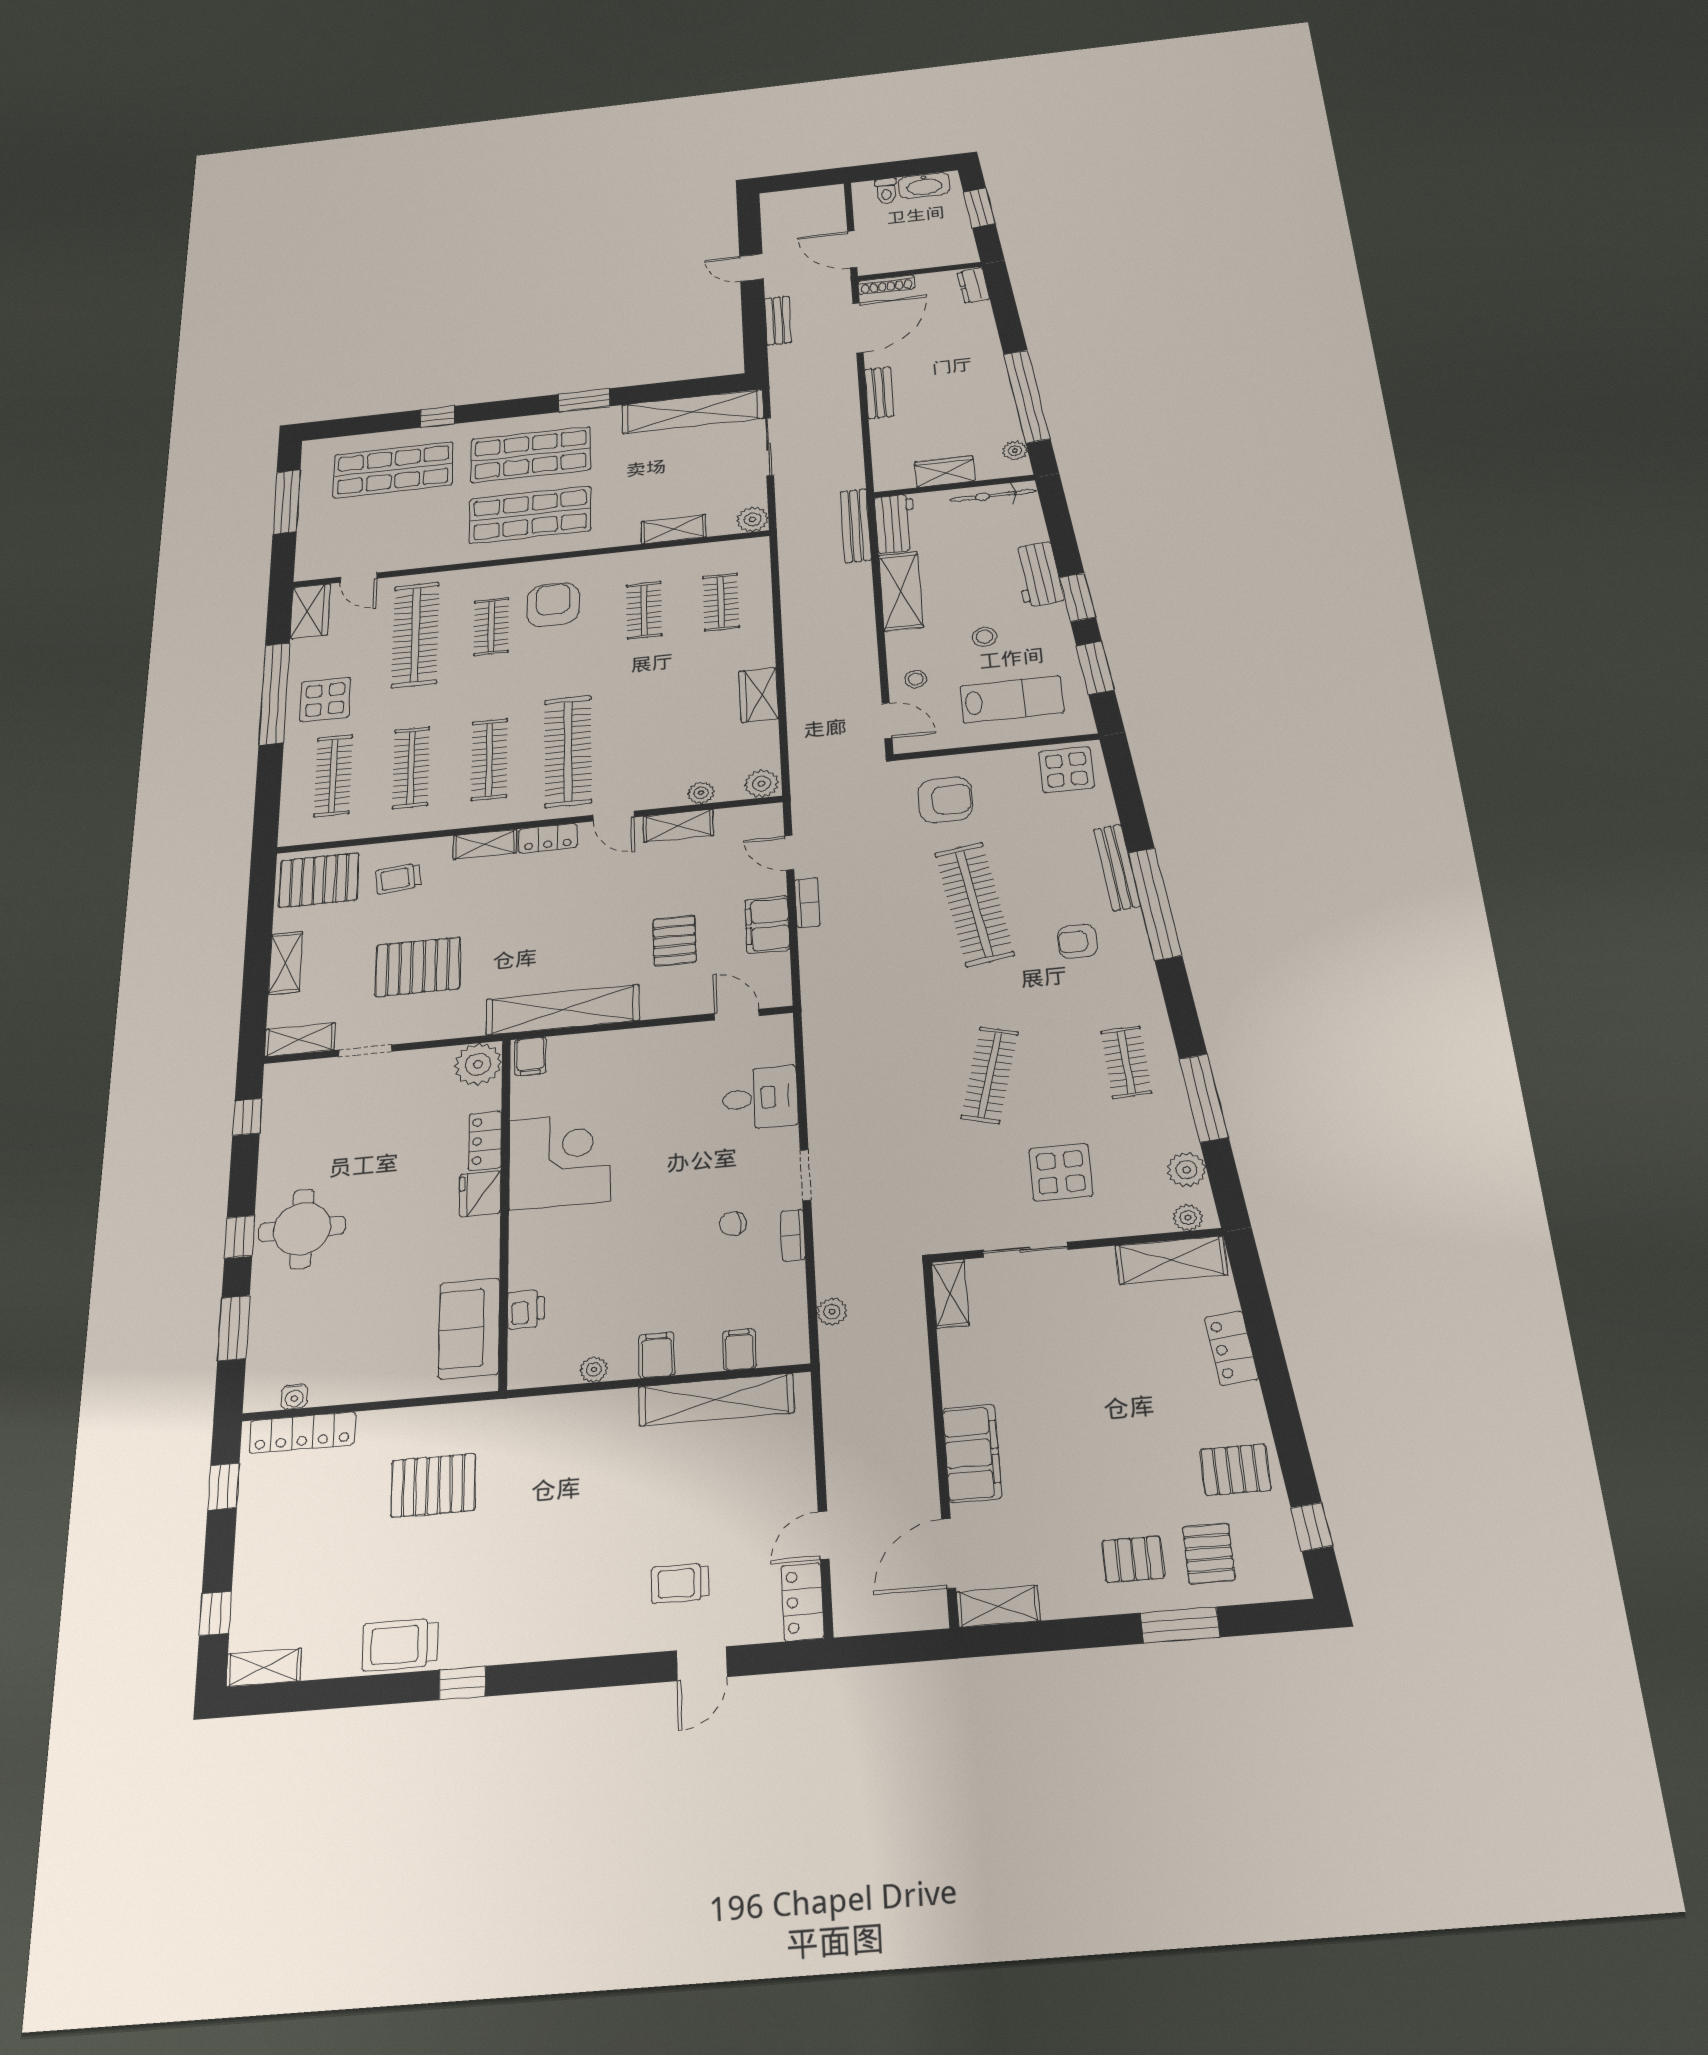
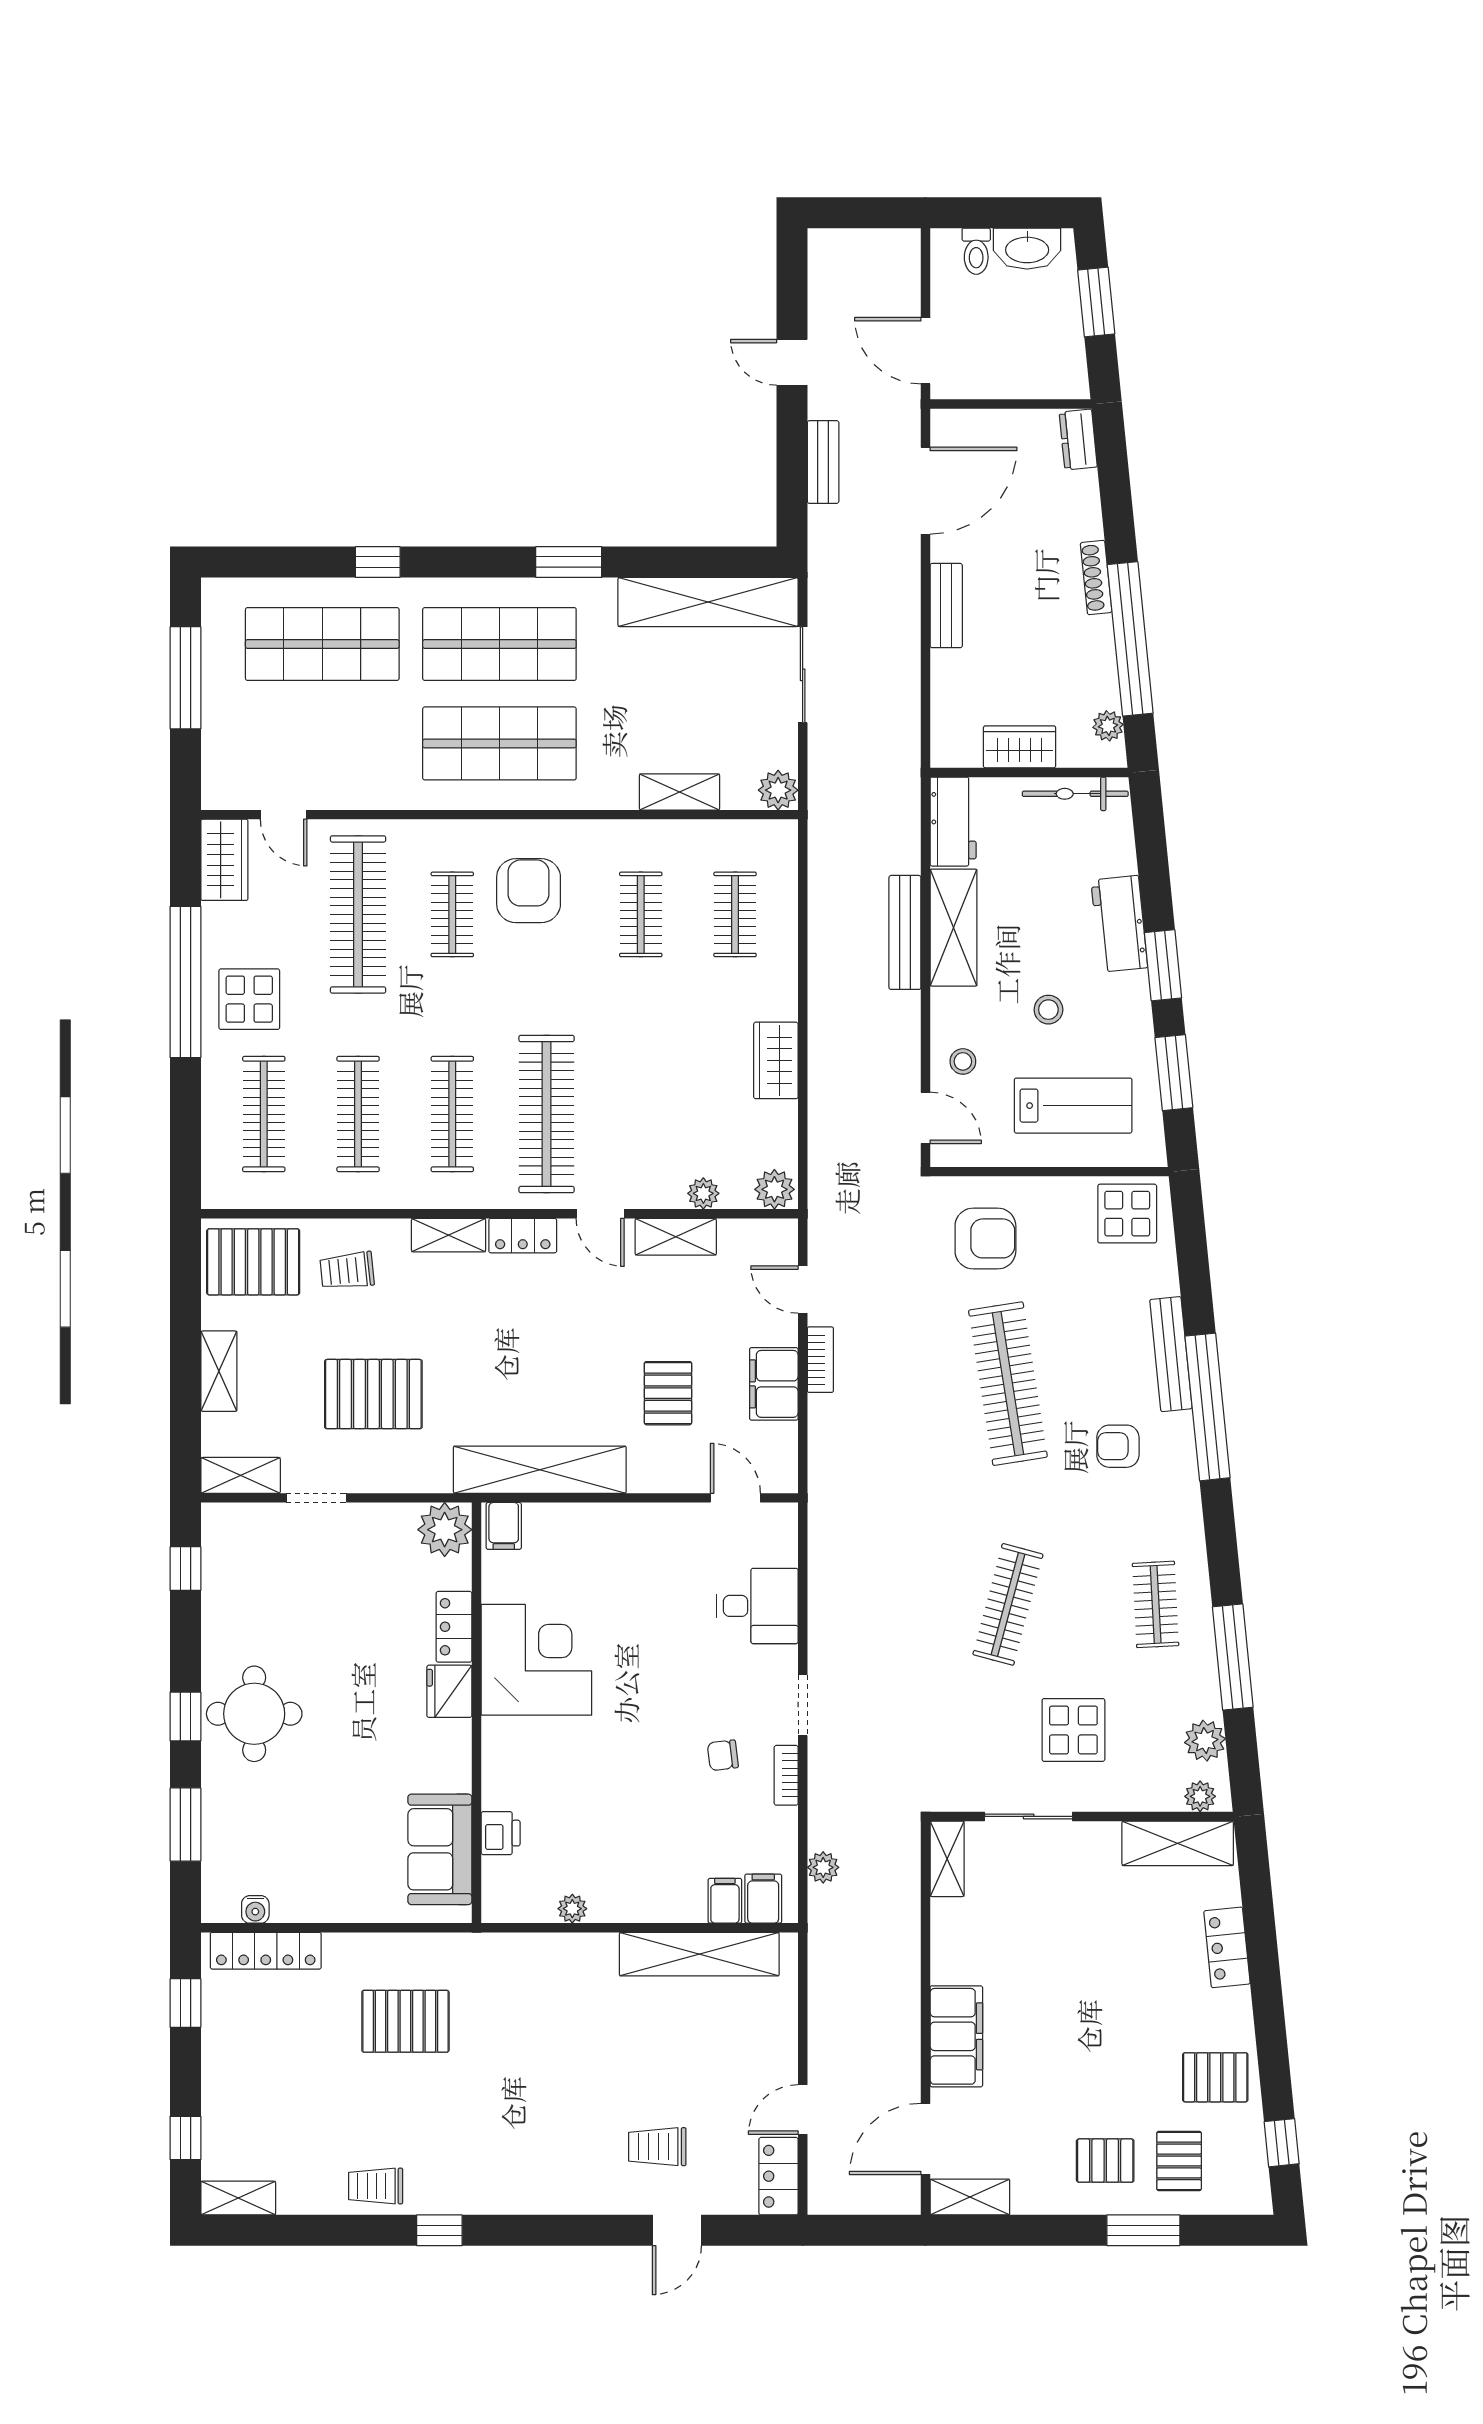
shoe rack: (886, 285) -> (1096, 578), moved, turned 84
bench: (856, 526) -> (905, 932), moved
filing cabinet: (657, 1355) -> (763, 1899), moved
trolley: (400, 1645) -> (376, 2186), width x0.73, depth x0.72

